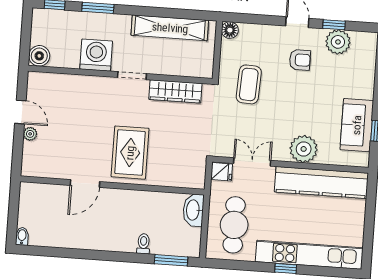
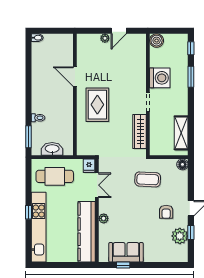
shelving: (170, 28) -> (181, 133), width x0.68
plant: (304, 149) -> (104, 218), width x0.53, depth x0.53
rug: (130, 153) -> (97, 105), turned 90
washbasin: (193, 210) -> (52, 149), moved

